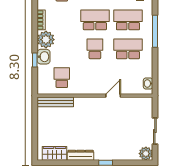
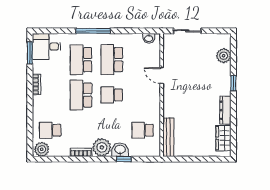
sliding door: (155, 131) -> (187, 31), moved
plant: (146, 154) -> (224, 56), moved

